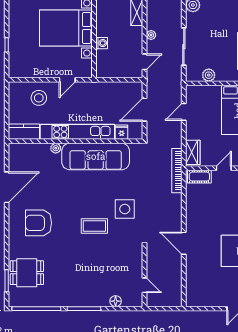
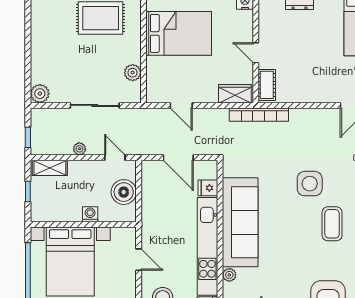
boiler: (118, 68) -> (124, 192), added

